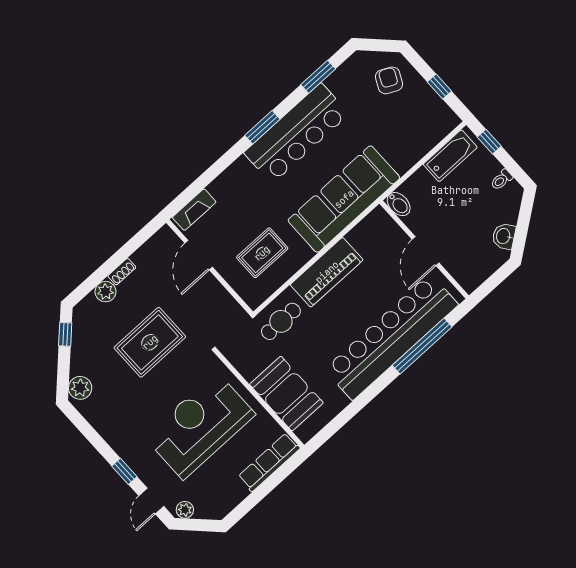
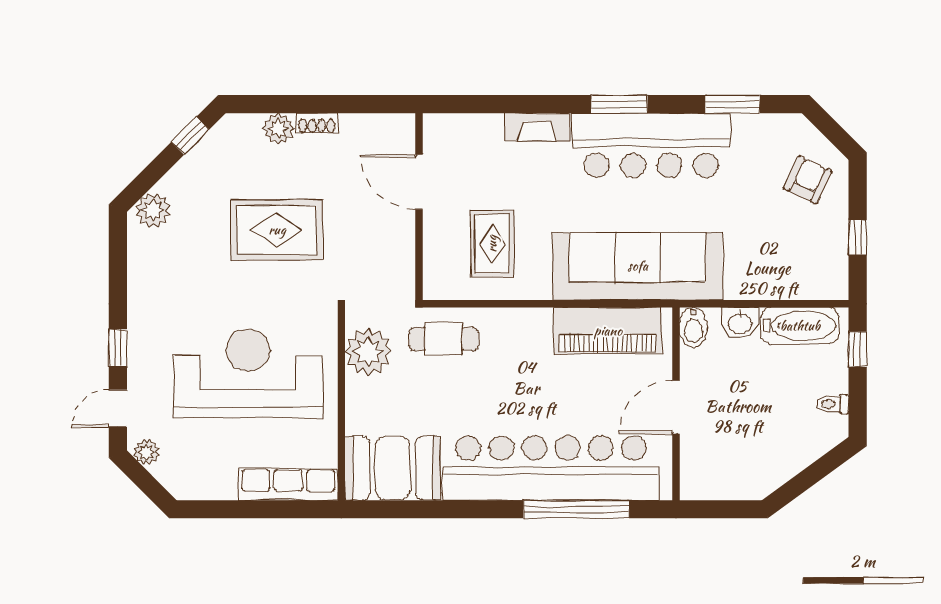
fireplace: (194, 210) -> (537, 127), moved
washbasin: (504, 236) -> (740, 323), moved, turned -144
rug: (262, 253) -> (492, 244), turned 90
door: (199, 255) -> (419, 182), hinge flipped
piano: (327, 272) -> (608, 331), moved
plant: (249, 361) -> (368, 352), added
booth: (286, 394) -> (393, 468), moved, turned 90

